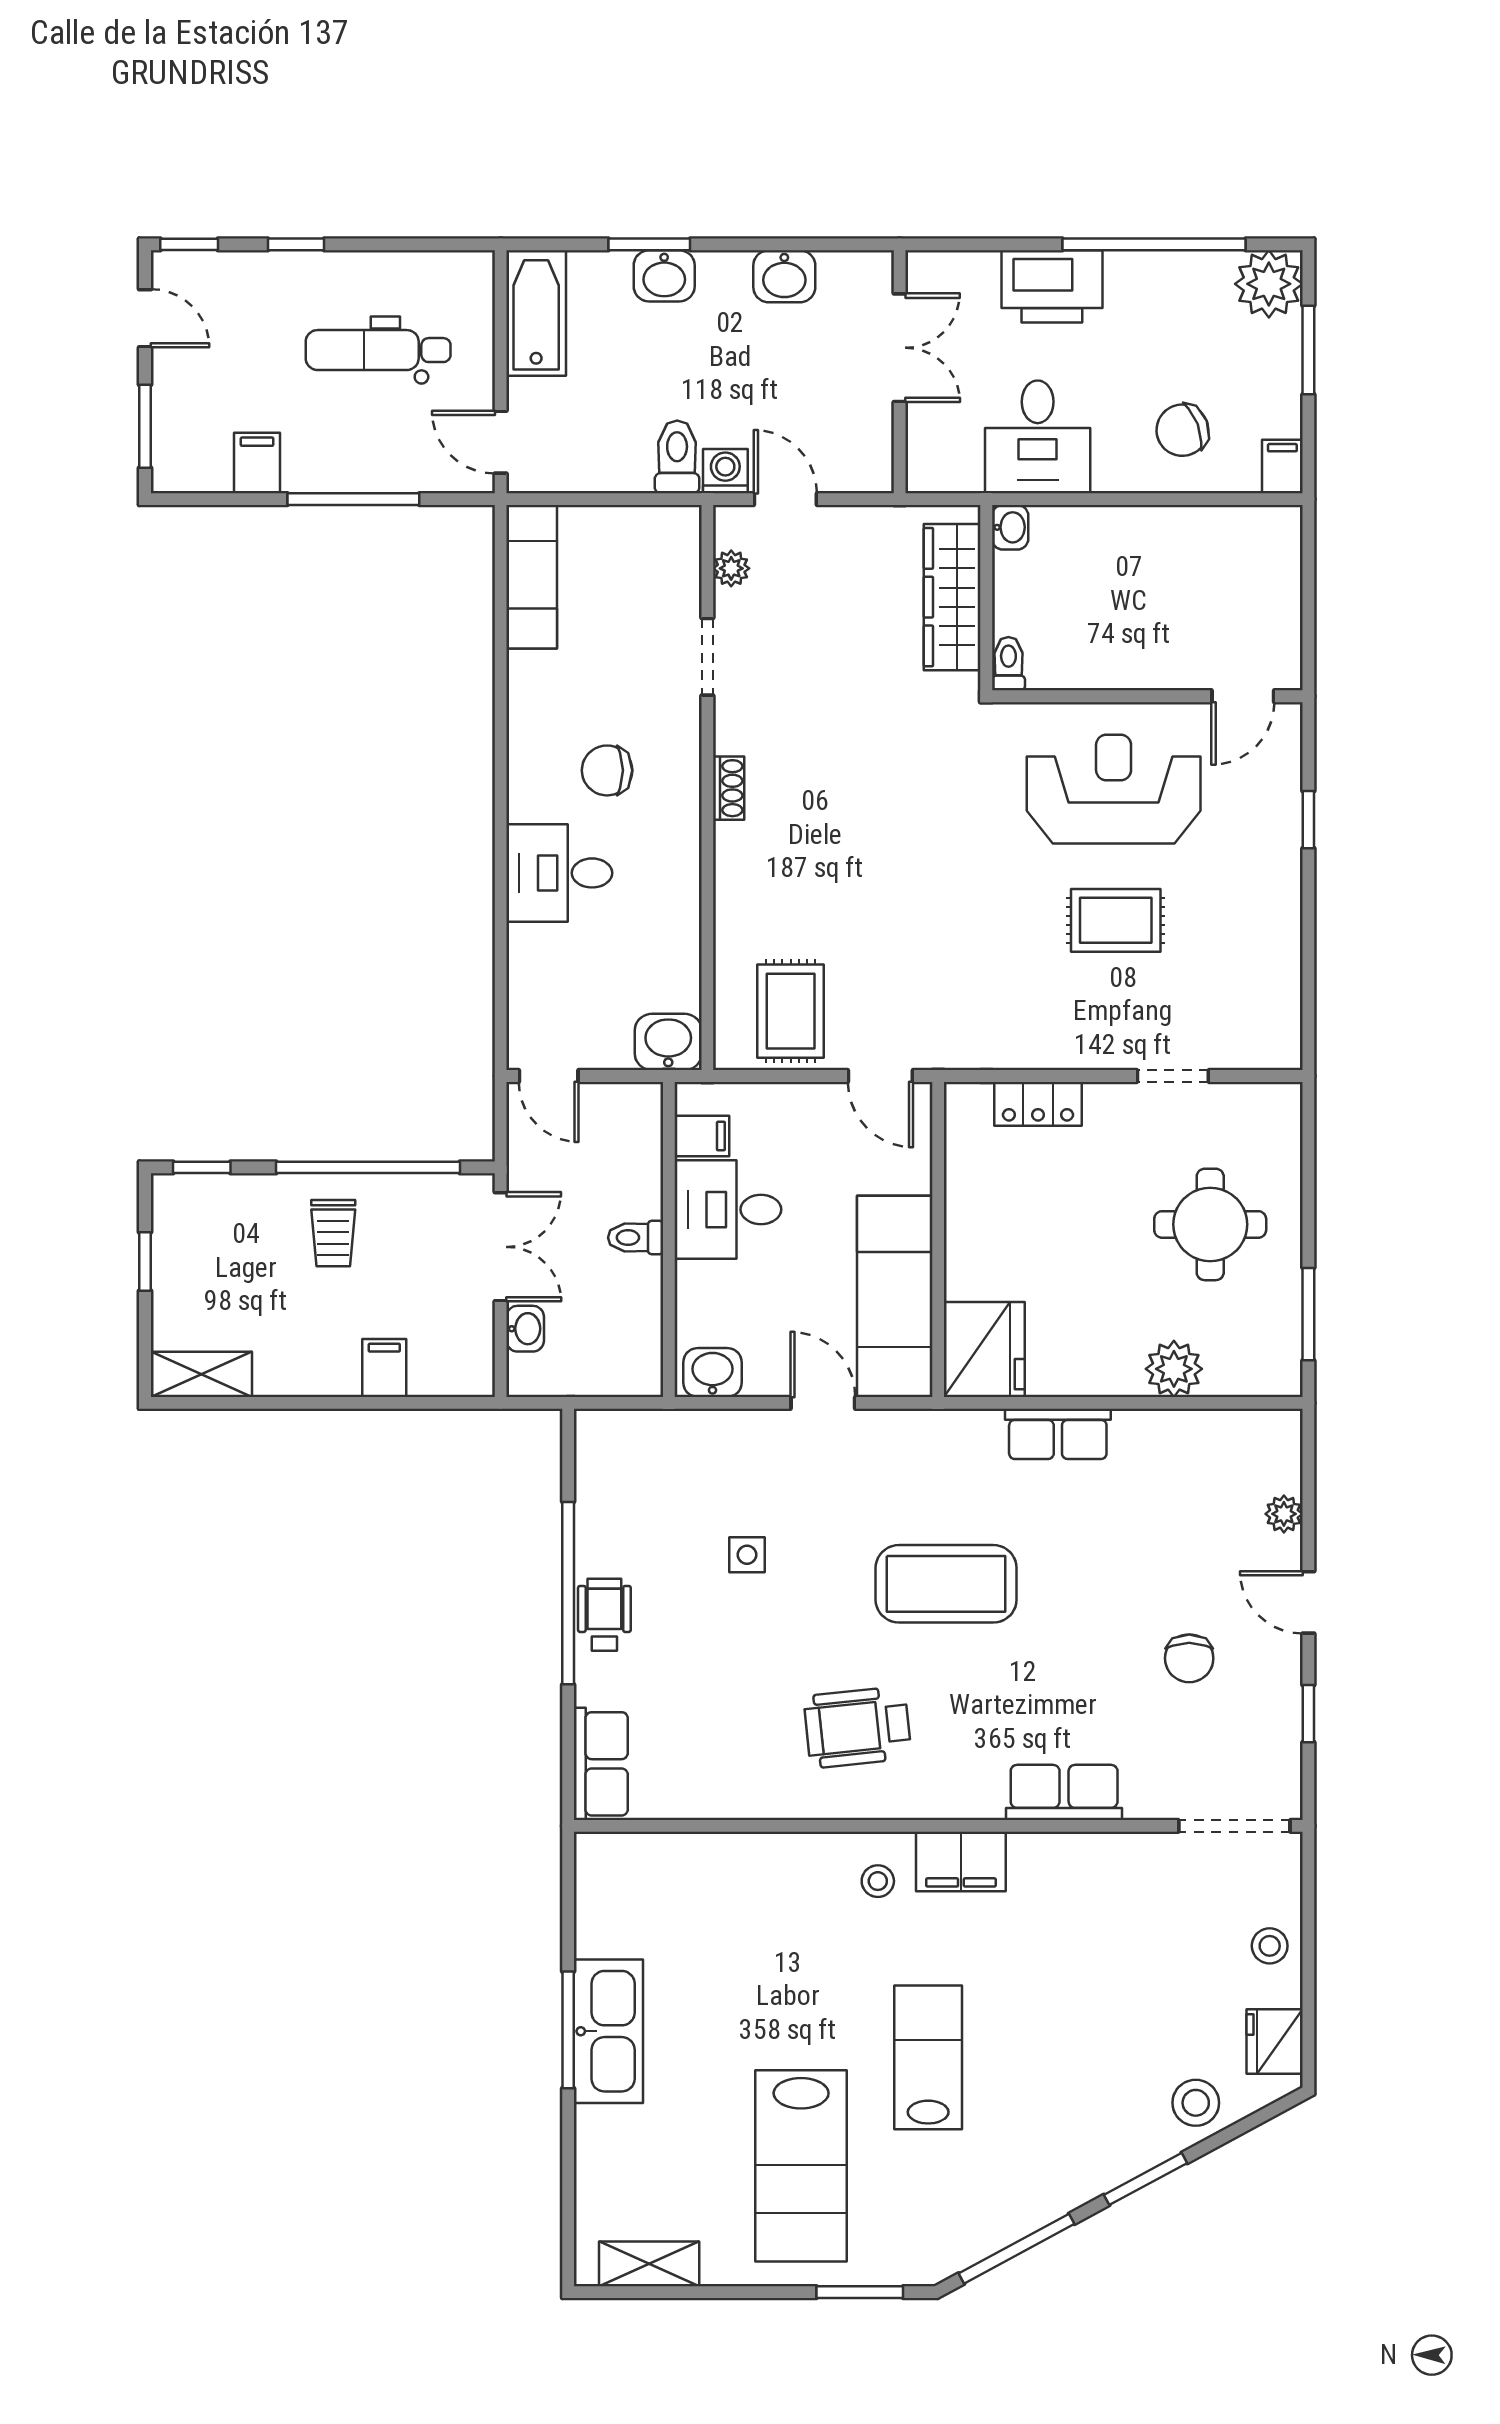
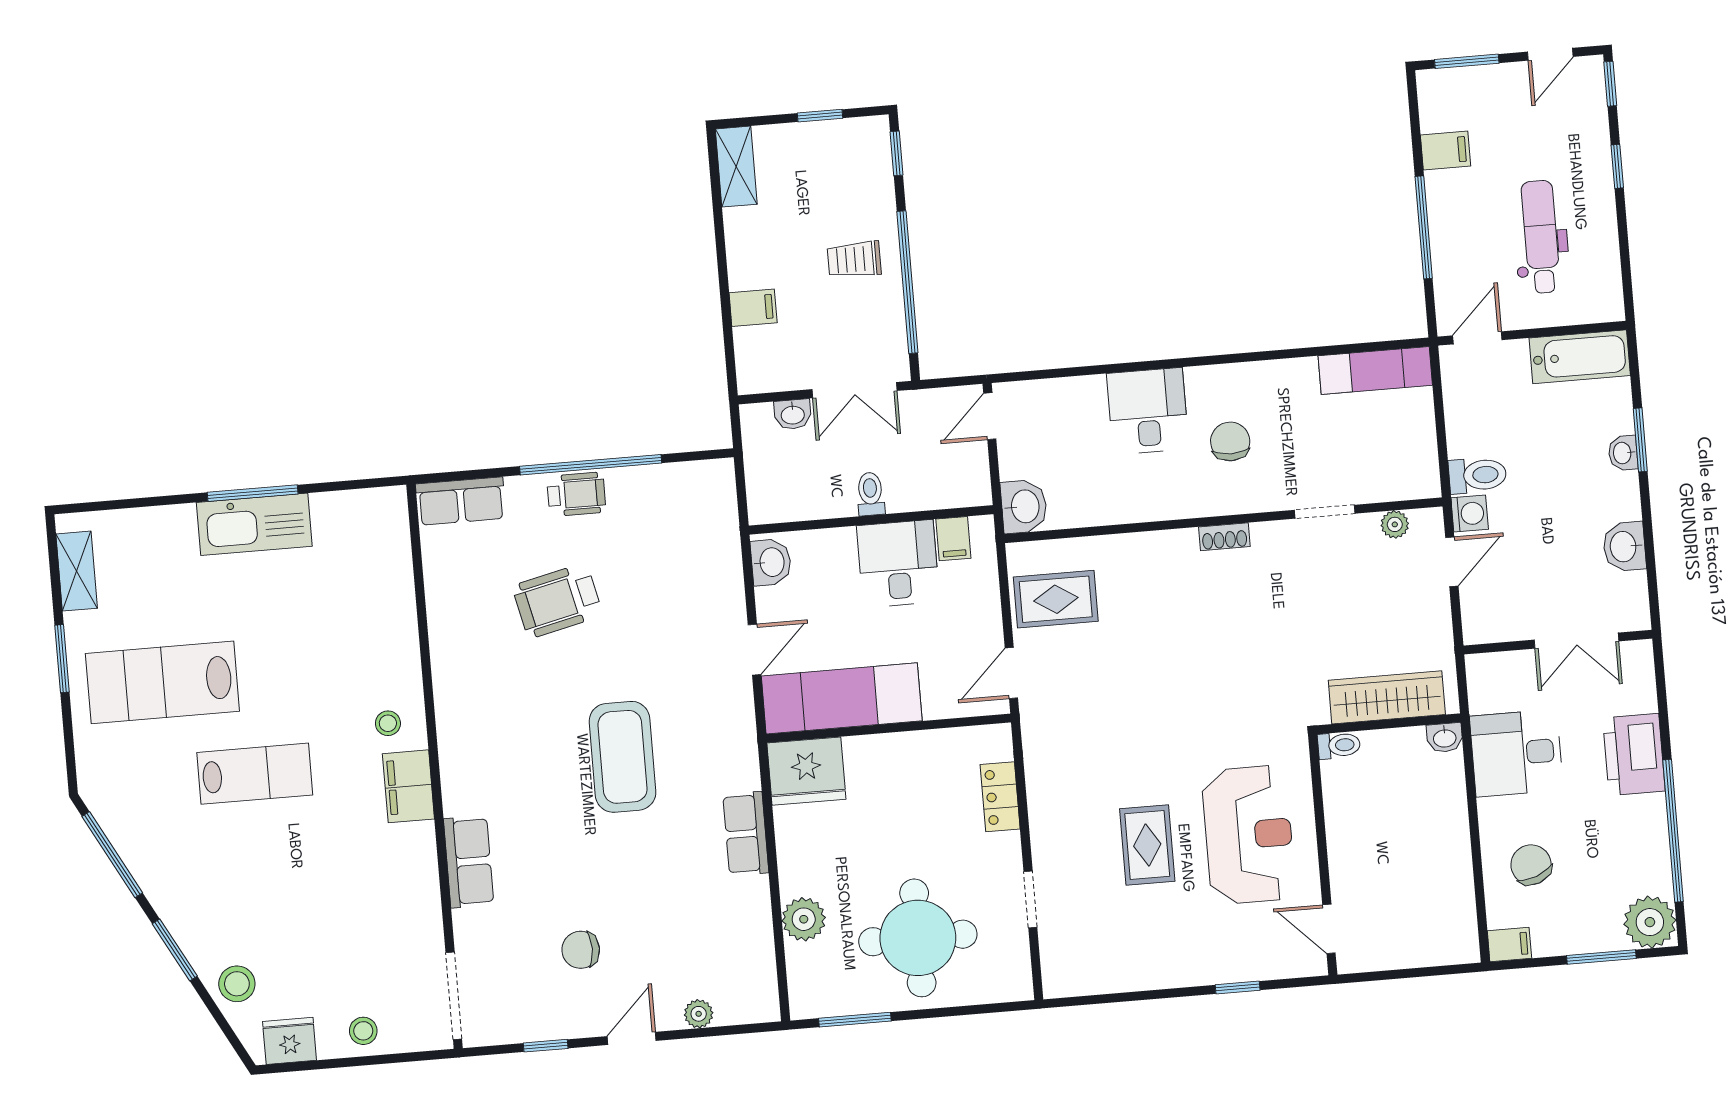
washbasin: (664, 276) -> (1623, 453), width x0.72, depth x0.69
round table: (1210, 1224) -> (918, 938), width x1.36, depth x1.36
side table: (747, 1555) -> (632, 601), removed
wheelchair: (857, 1727) -> (557, 601), moved, turned -97
window: (860, 2292) -> (62, 659), moved

